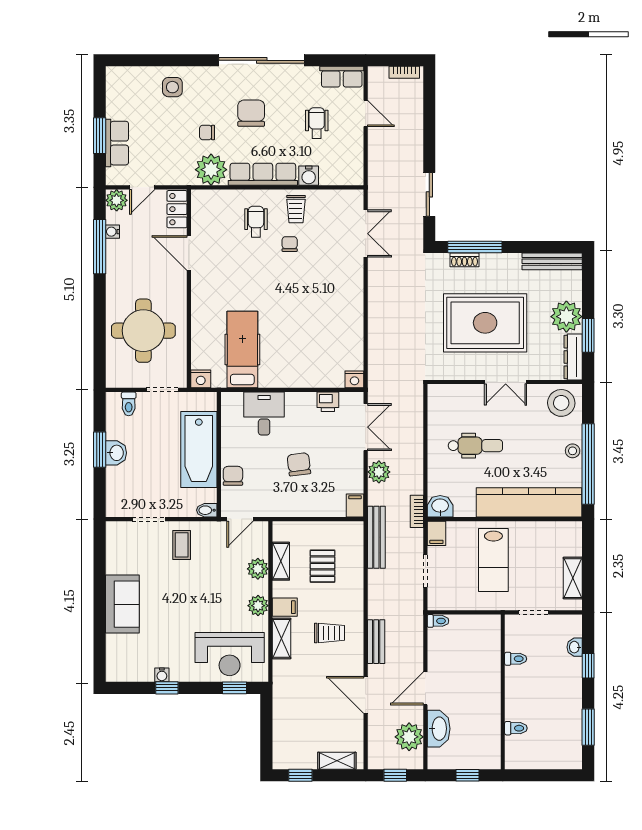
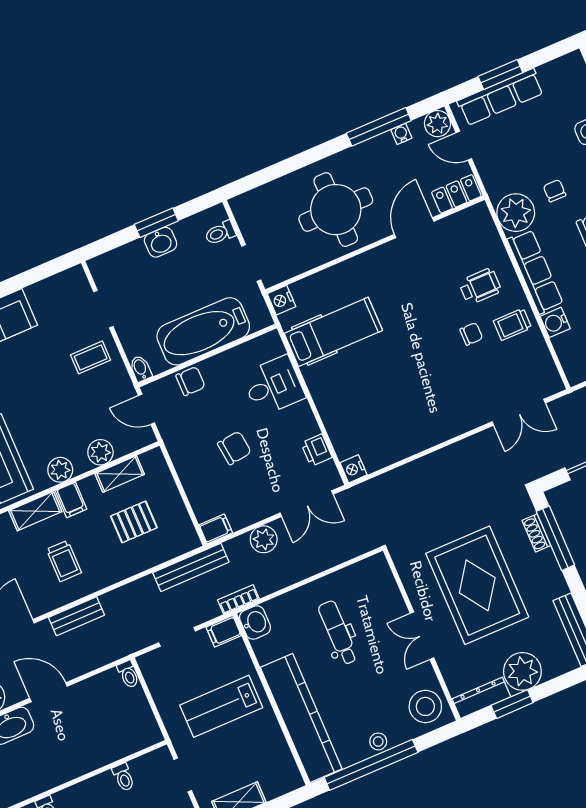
row of seats: (117, 143) -> (500, 97), width x1.48
round table: (143, 331) -> (336, 210), moved
dental chair: (475, 446) -> (338, 633), turned 180

